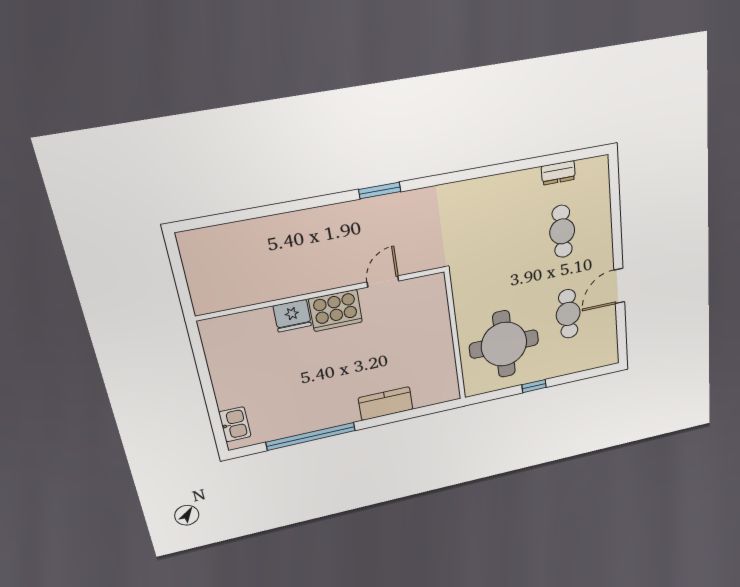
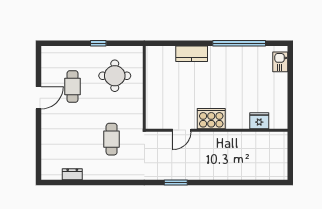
cafe table: (562, 231) -> (112, 139), moved
fridge: (292, 316) -> (259, 121), moved
round table: (504, 344) -> (115, 76), width x0.73, depth x0.73

